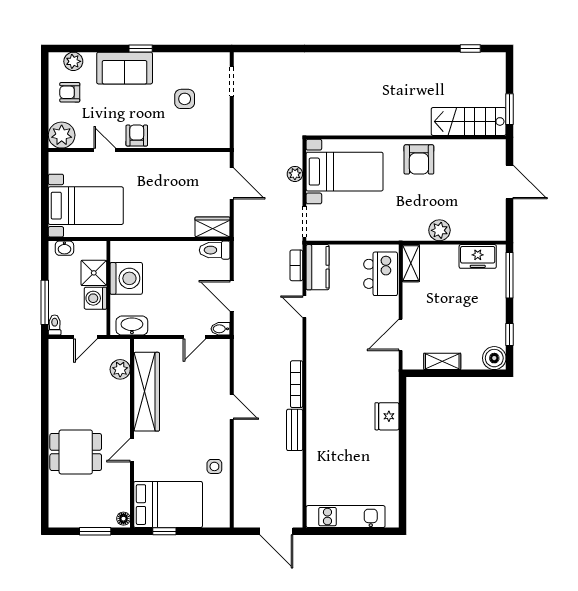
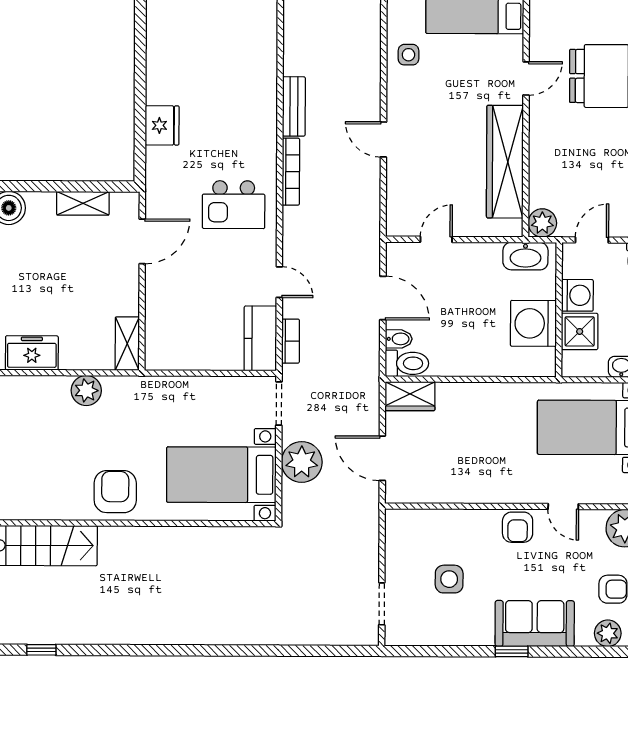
plant: (295, 174) -> (302, 462), width x1.87, depth x1.87
kitchen island: (381, 274) -> (234, 205), moved, turned -90
bidet: (221, 329) -> (399, 339), moved
plant: (120, 369) -> (542, 223), moved

